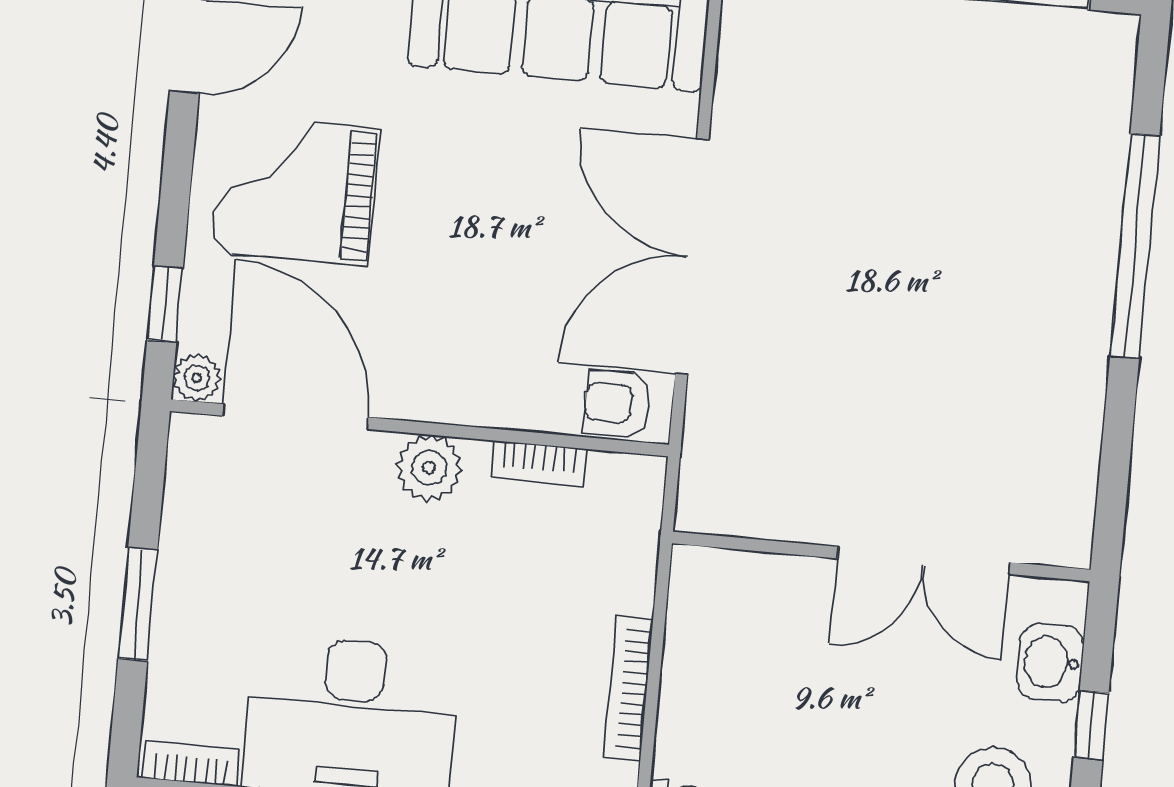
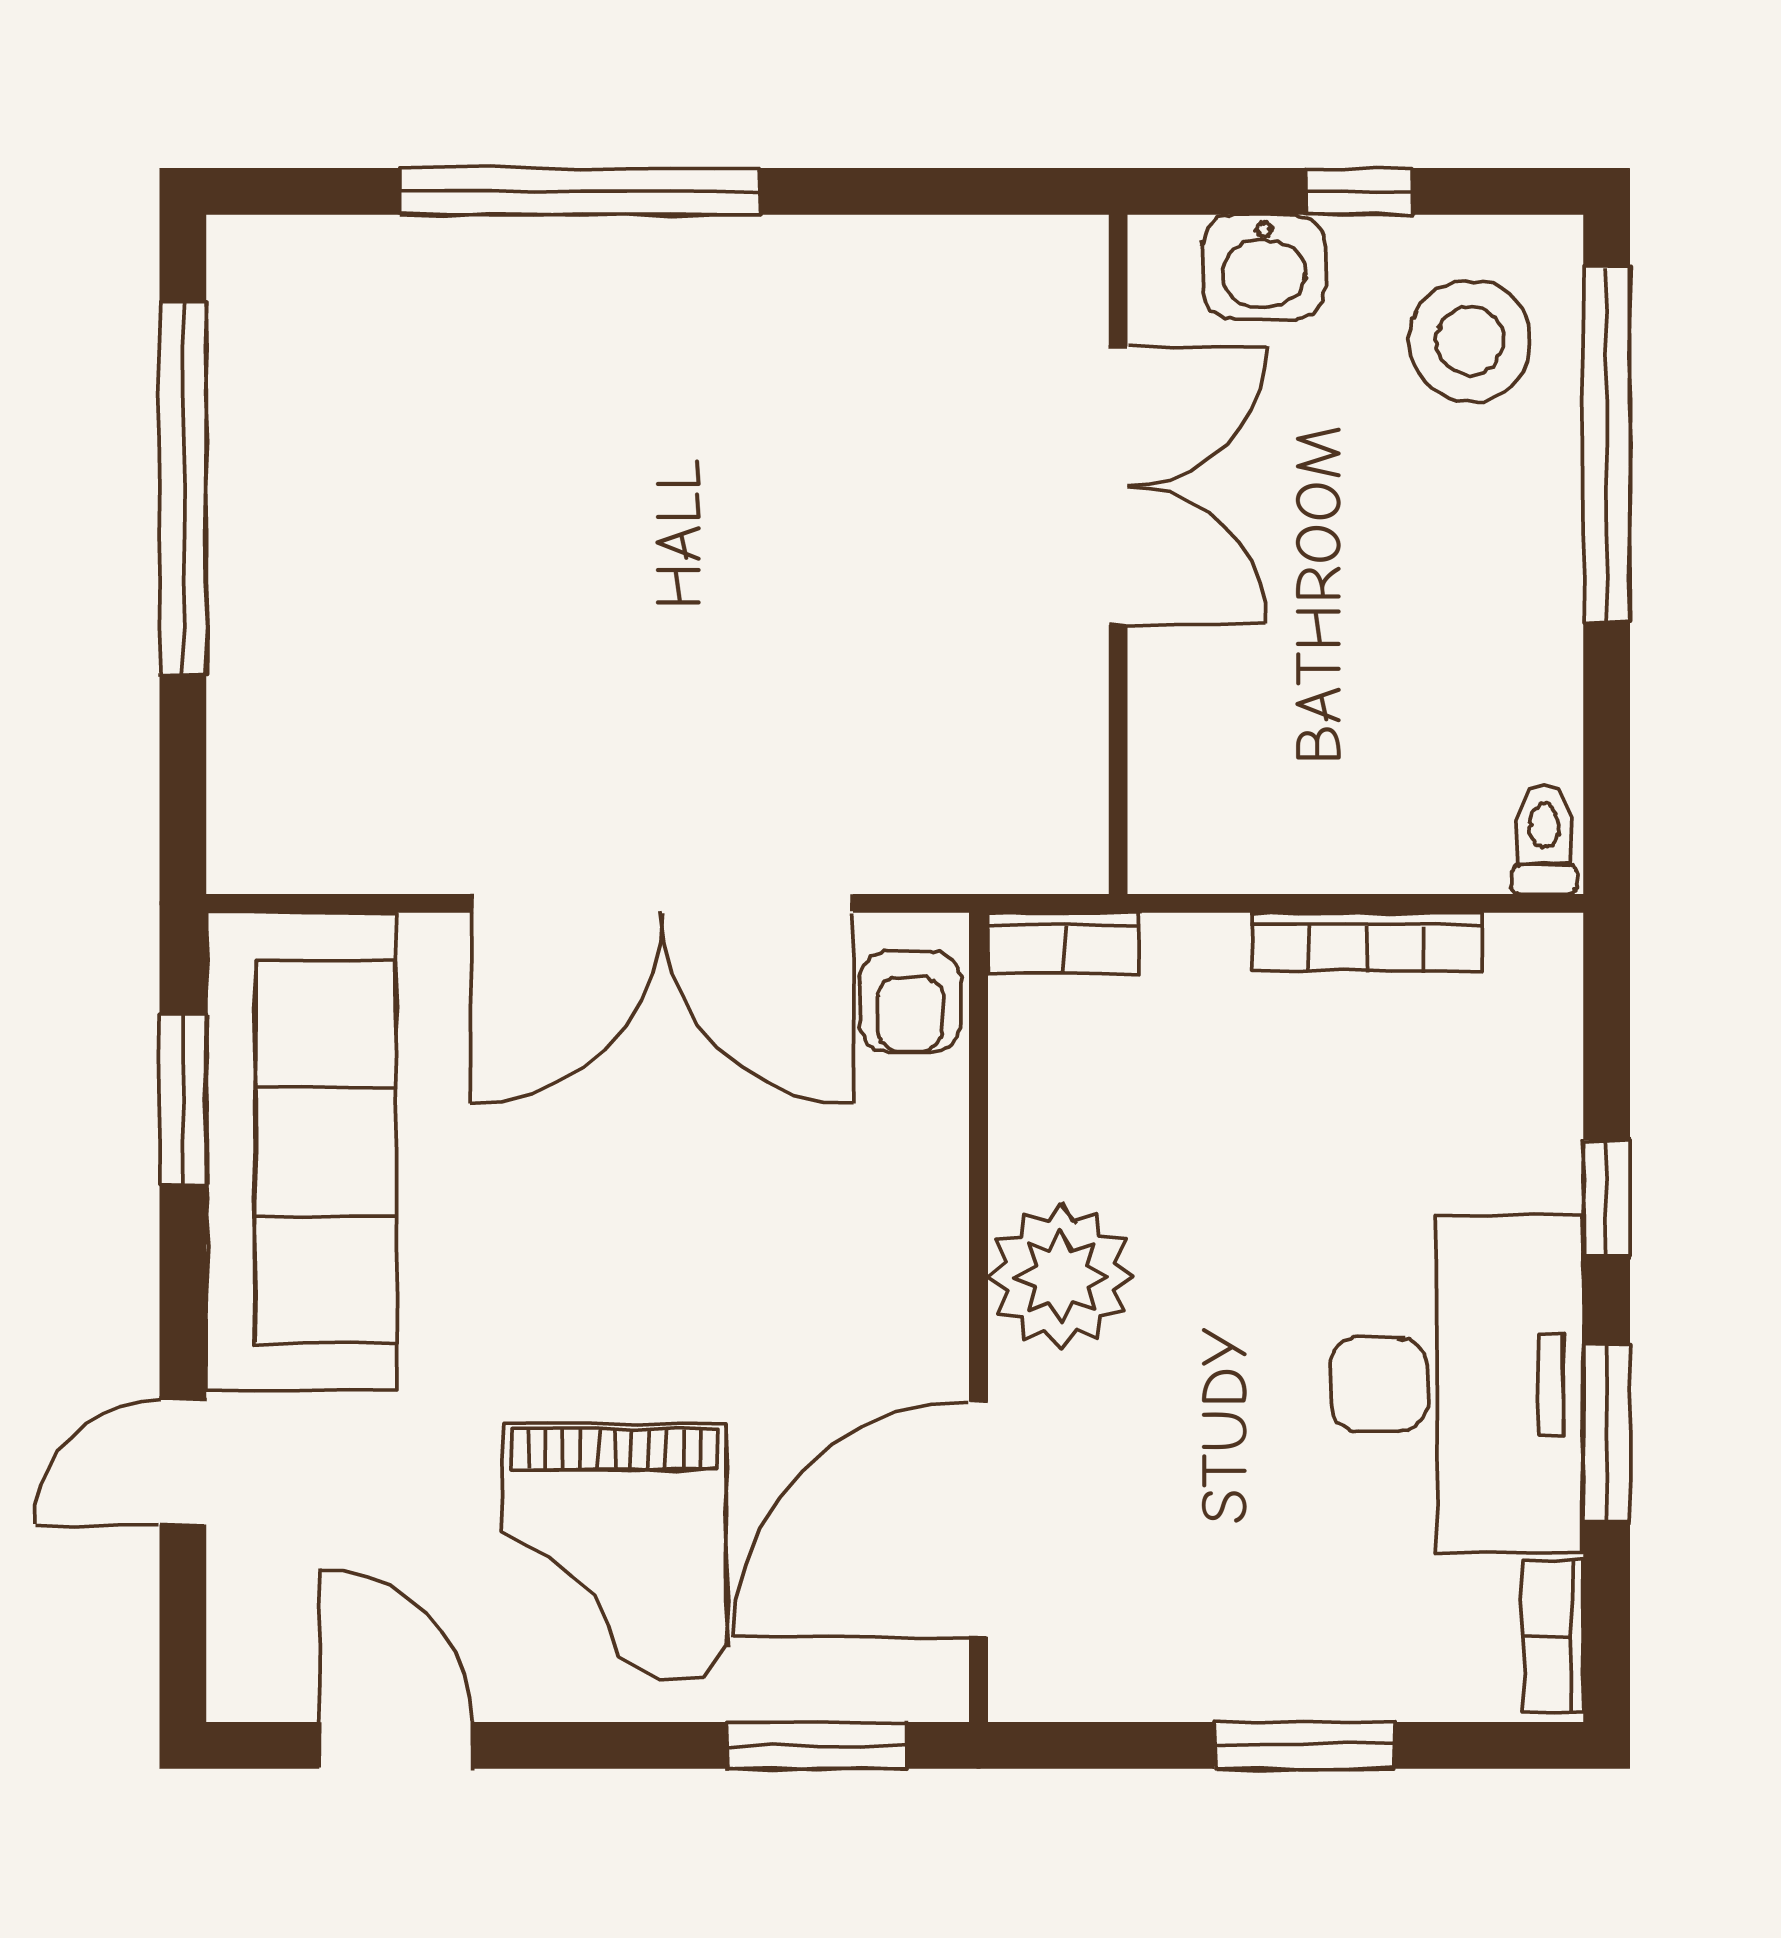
window: (165, 304) -> (817, 1745), width x1.50
plant: (197, 378) -> (931, 1684), removed
bookcase: (539, 463) -> (1064, 943), moved, turned 90
plant: (429, 468) -> (1061, 1276), width x1.36, depth x1.36

